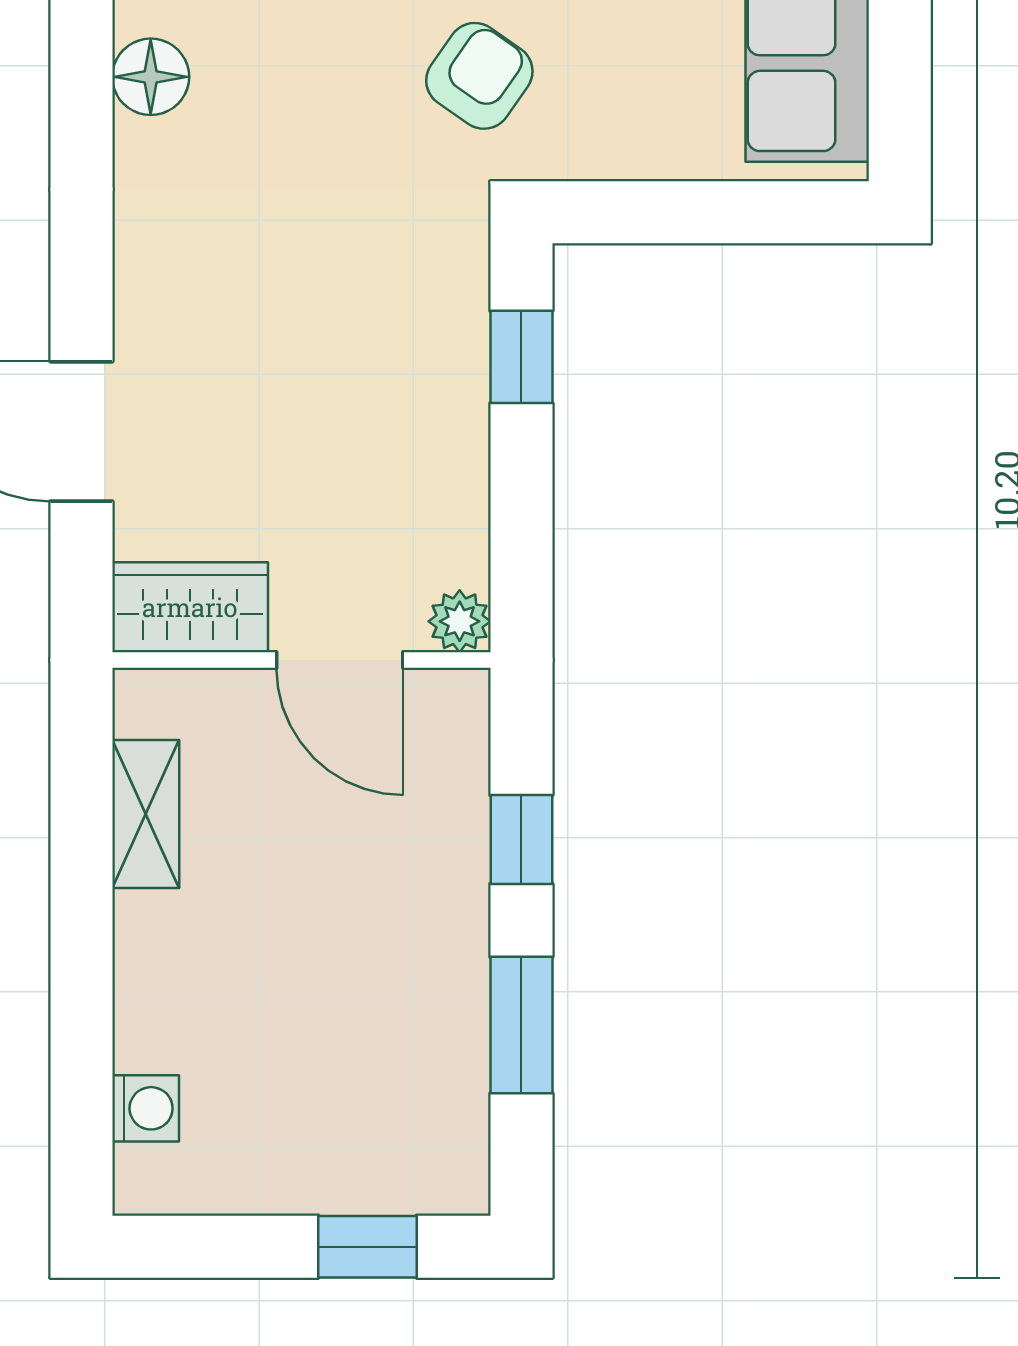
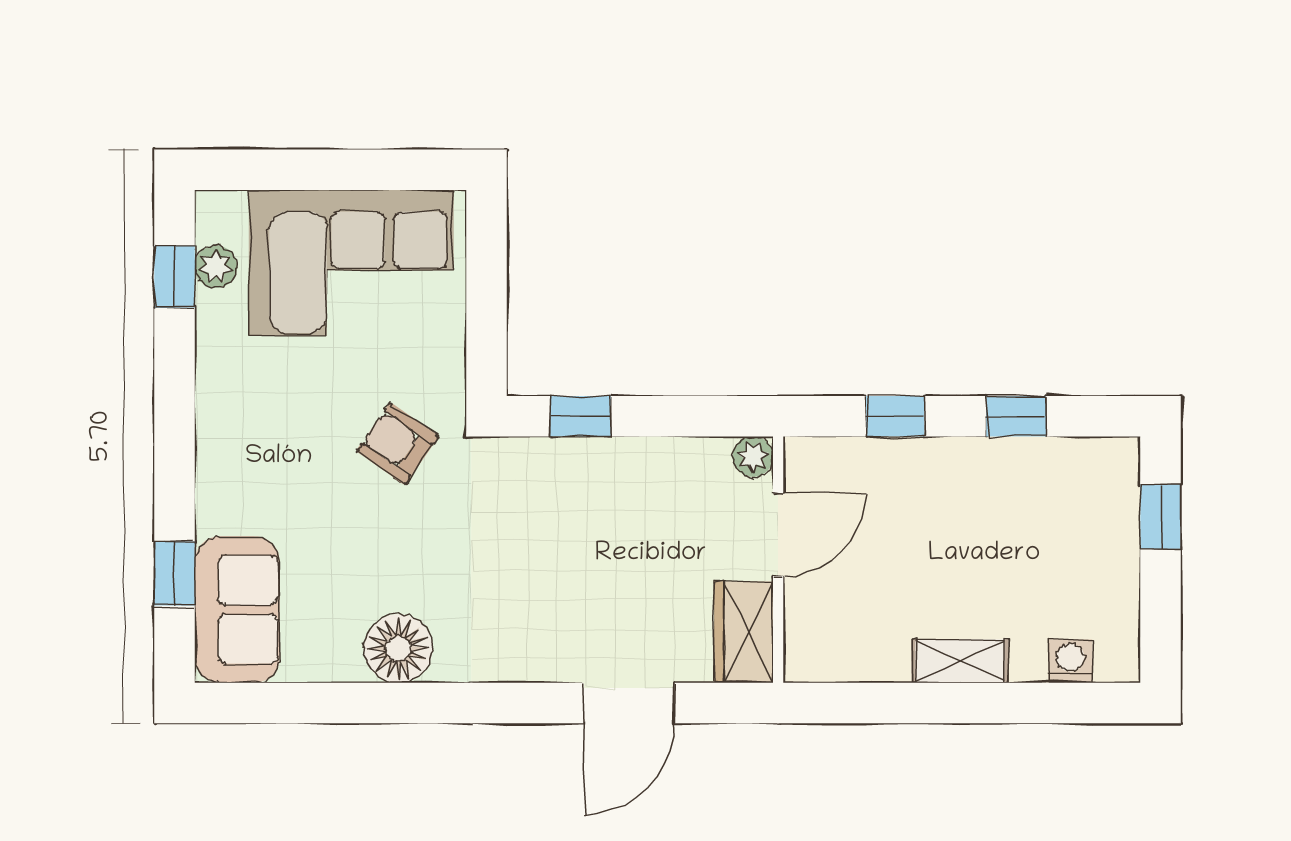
floor lamp: (151, 77) -> (398, 648), width x1.38, depth x1.38
shelving: (146, 814) -> (960, 661), moved
window: (521, 1025) -> (1016, 416), width x0.67

